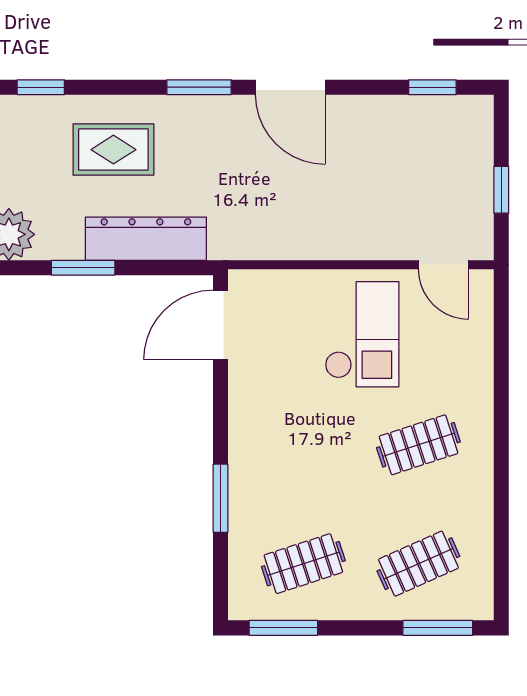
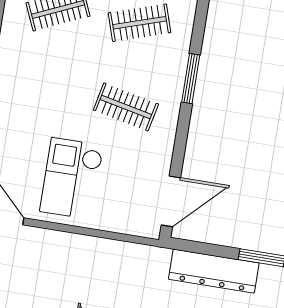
clothes rail: (418, 445) -> (126, 107), moved, turned 30

